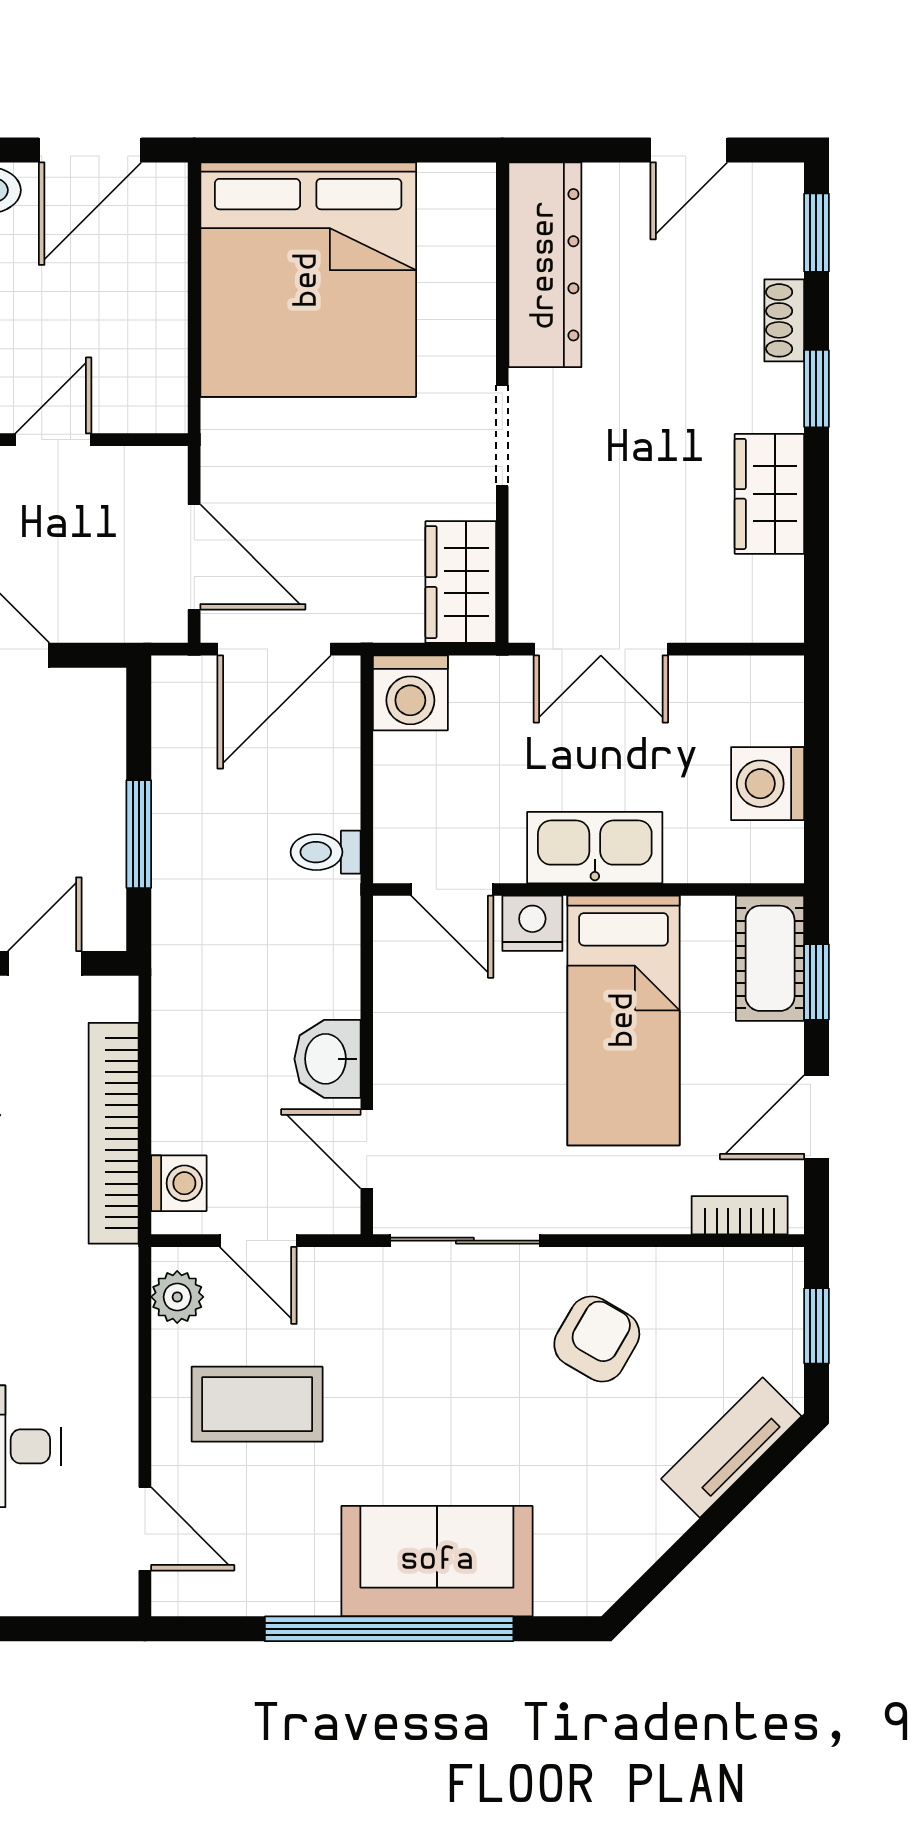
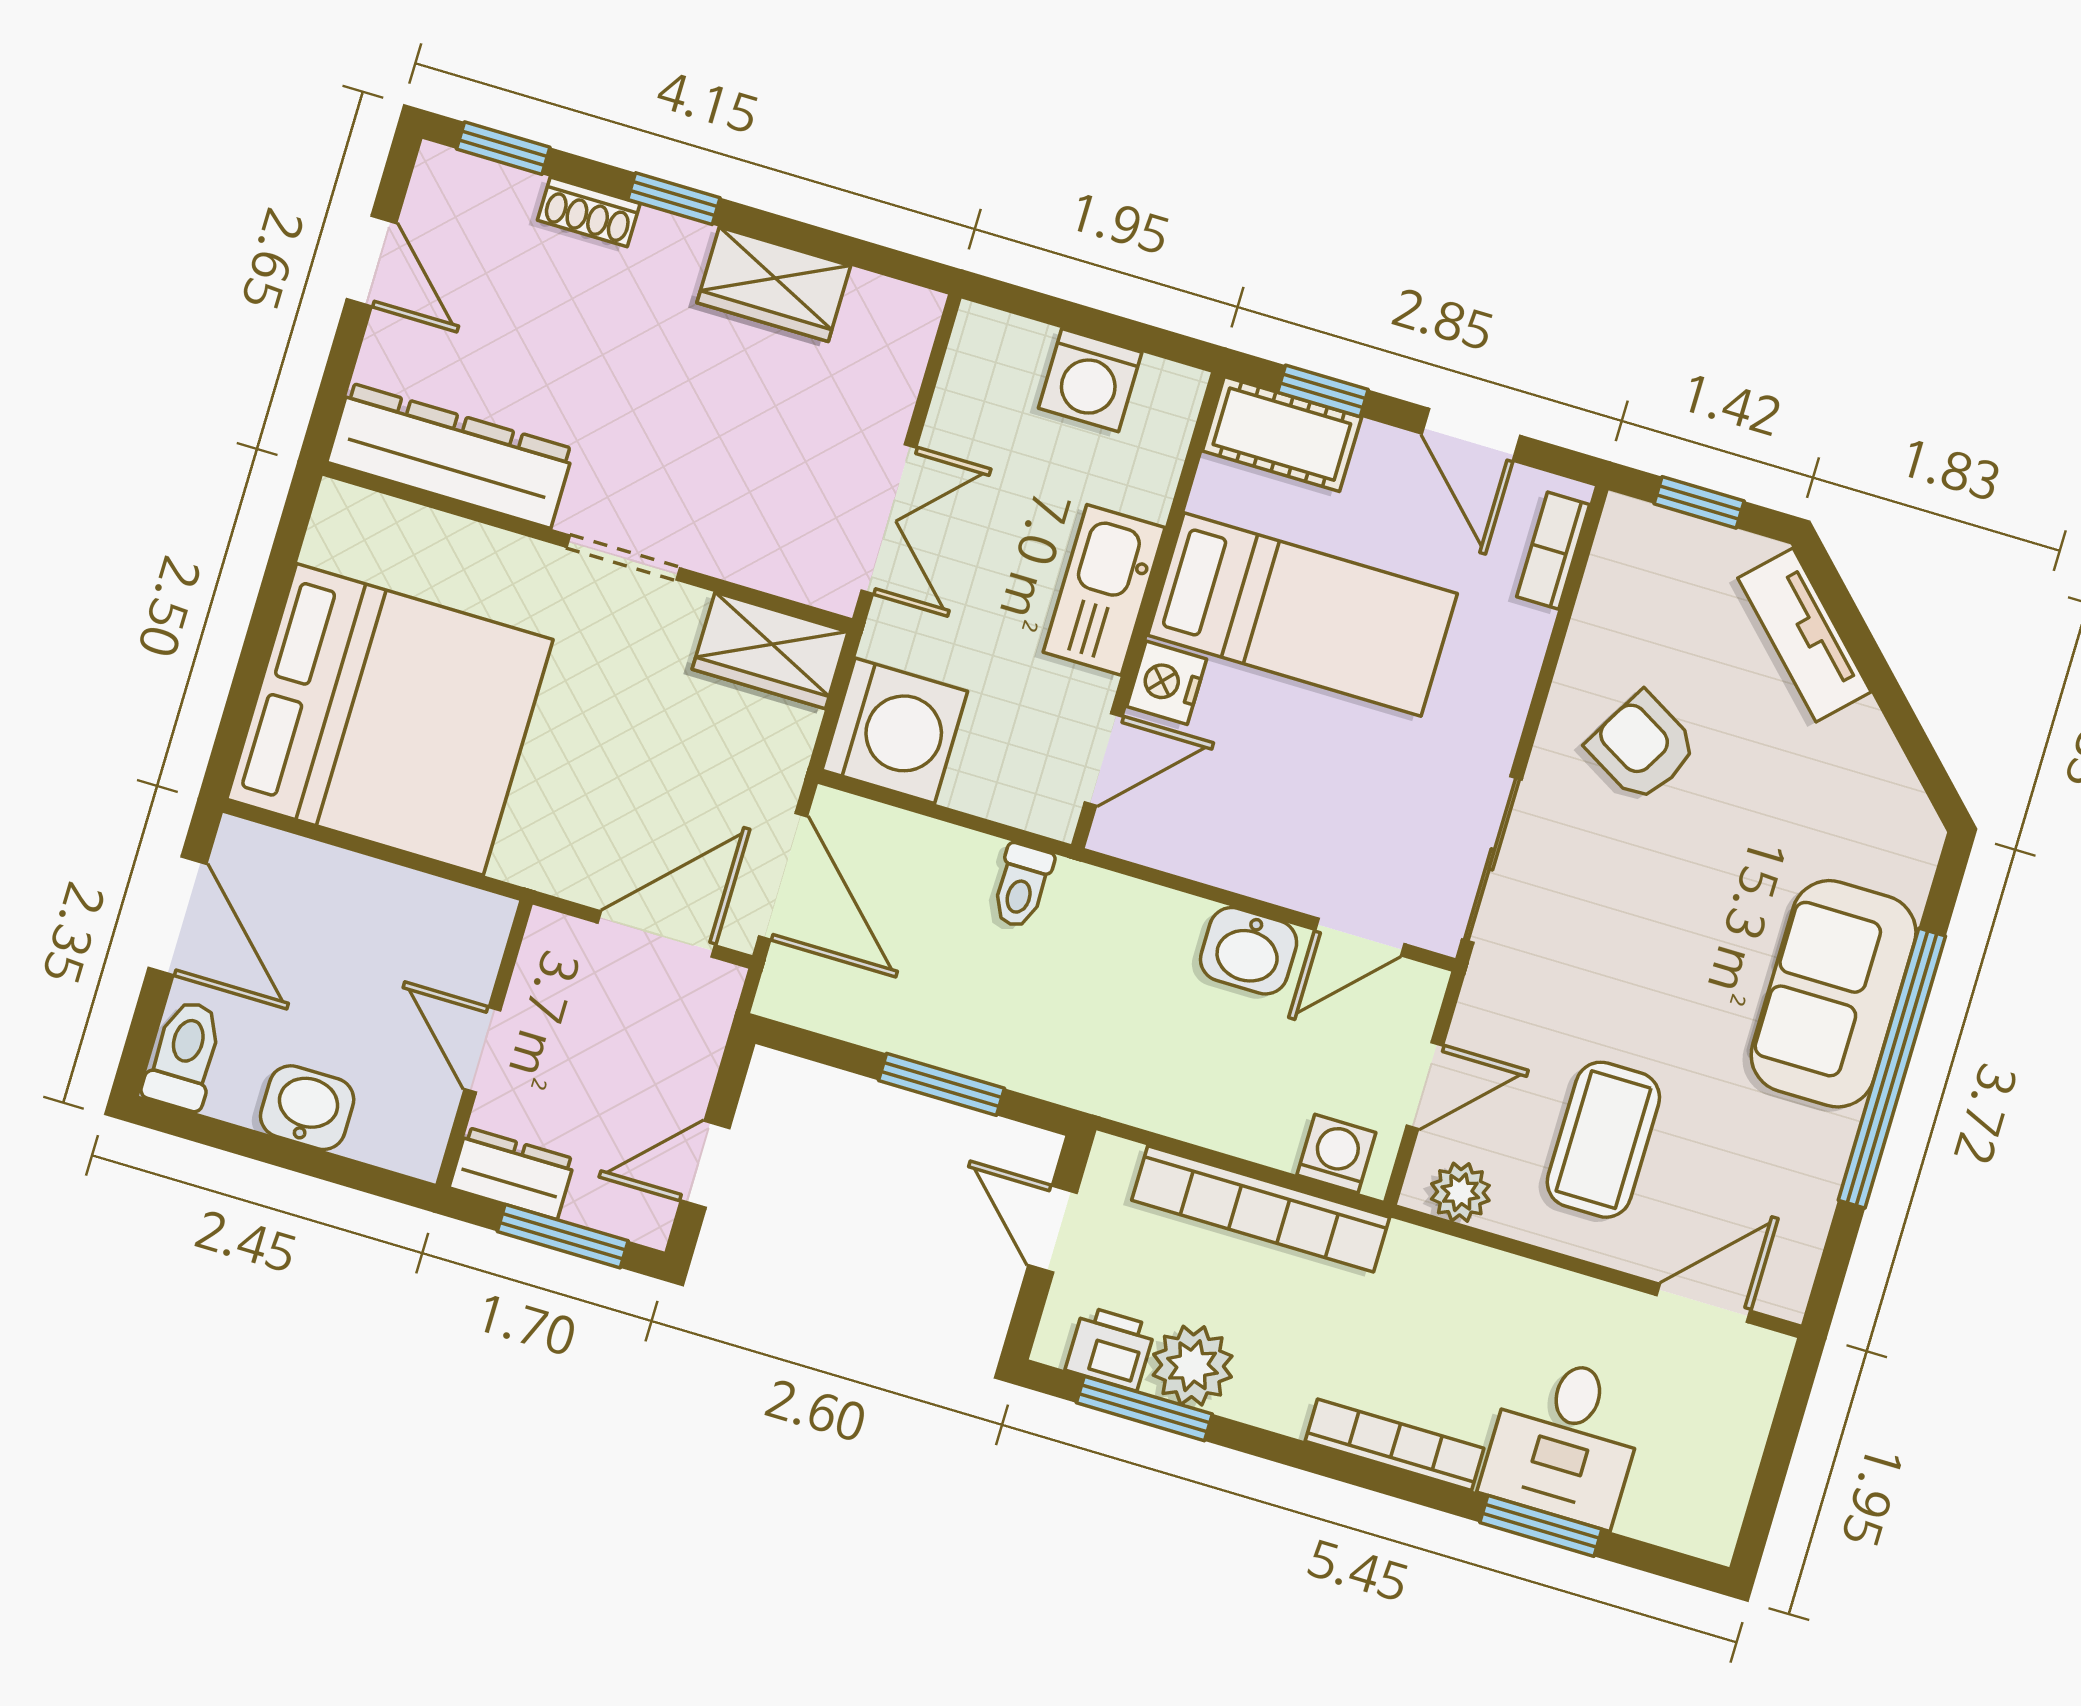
washing machine: (410, 693) -> (895, 731), width x1.37, depth x1.37

